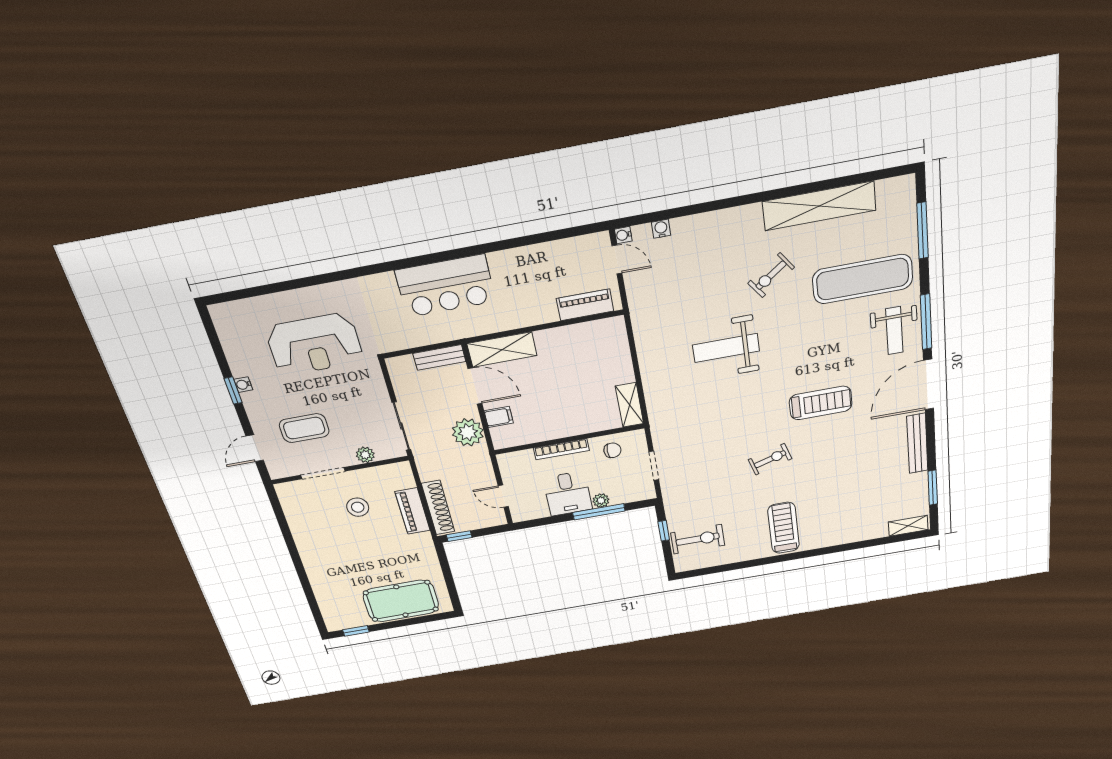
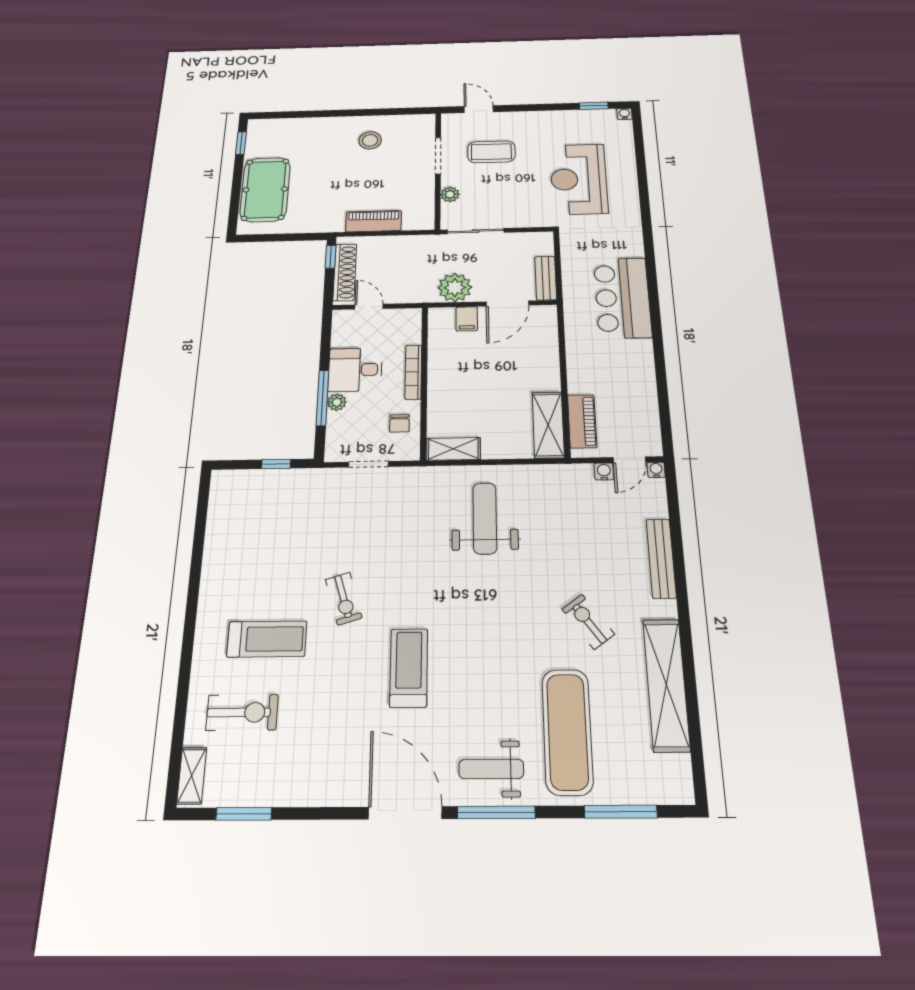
water cooler: (661, 229) -> (604, 471), moved, turned -90
weight bench: (726, 348) -> (485, 518), moved
shelving: (502, 350) -> (548, 425), moved
water cooler: (243, 385) -> (624, 114), moved
window: (233, 391) -> (594, 106), moved
treadmill: (821, 403) -> (409, 668), turned 180
coffee table: (304, 428) -> (491, 152), turned 90
bench: (917, 443) -> (661, 558), moved, turned 90
door: (503, 496) -> (369, 307), hinge flipped
stool: (358, 507) -> (370, 140), moved
shoe rack: (438, 508) -> (345, 272), moved, turned -90
treadmill: (784, 528) -> (267, 639), moved
exercise bike: (698, 539) -> (242, 712), moved, turned -90

